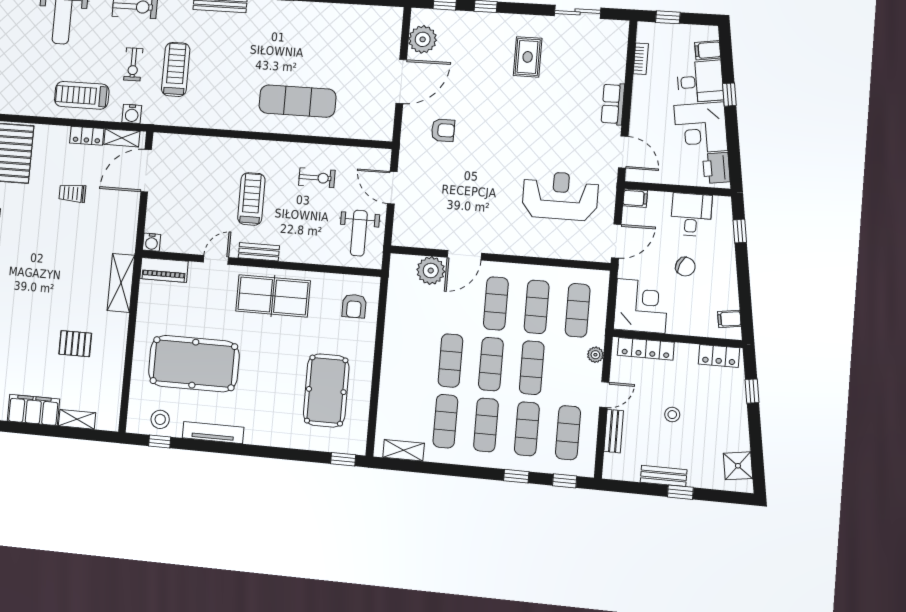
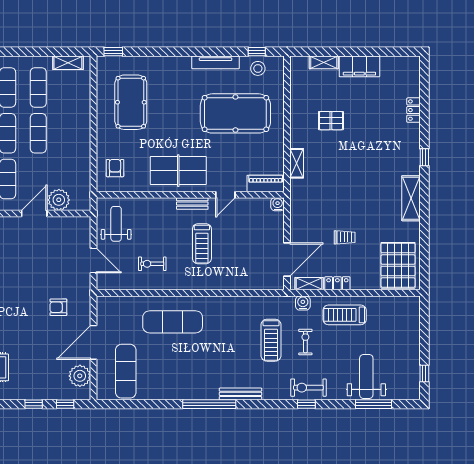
exercise mat: (363, 42) -> (126, 371), added
treadmill: (82, 95) -> (345, 315), turned 180
shelving: (121, 283) -> (297, 163), width x0.67, depth x0.75

